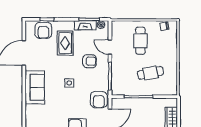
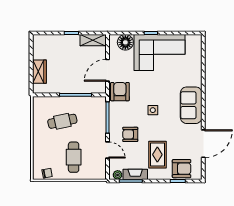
armchair: (43, 30) -> (182, 169), turned 90

